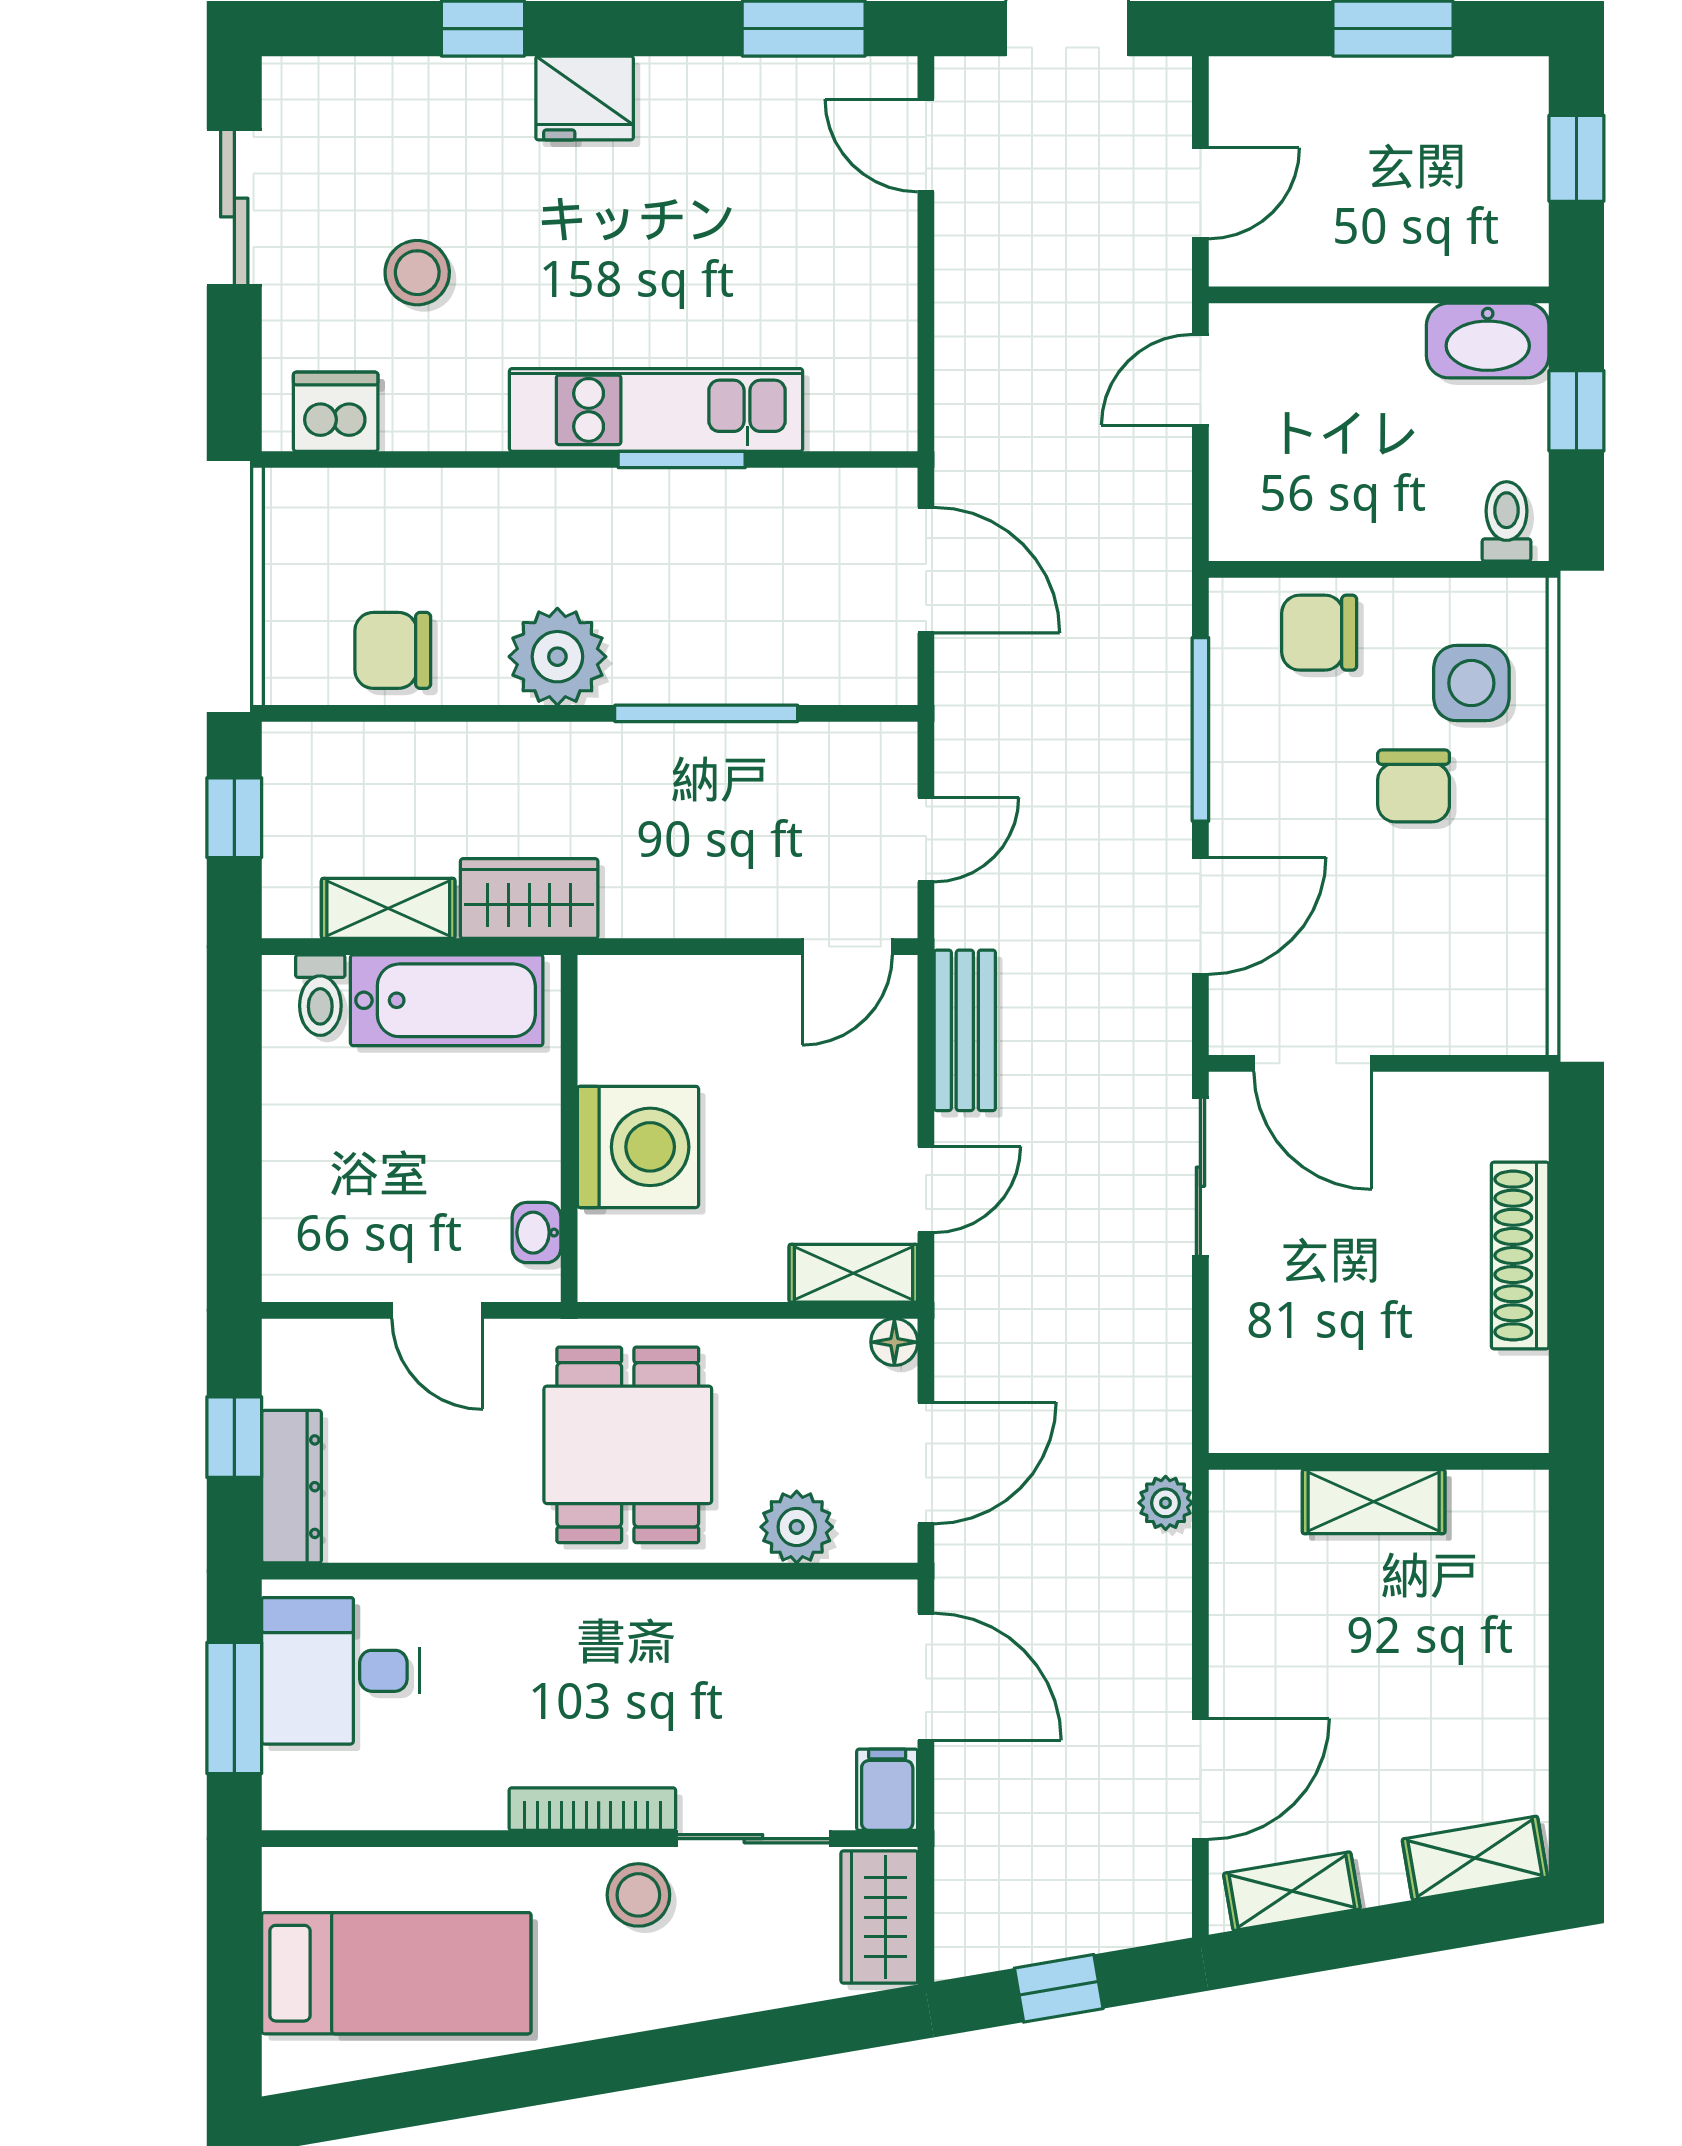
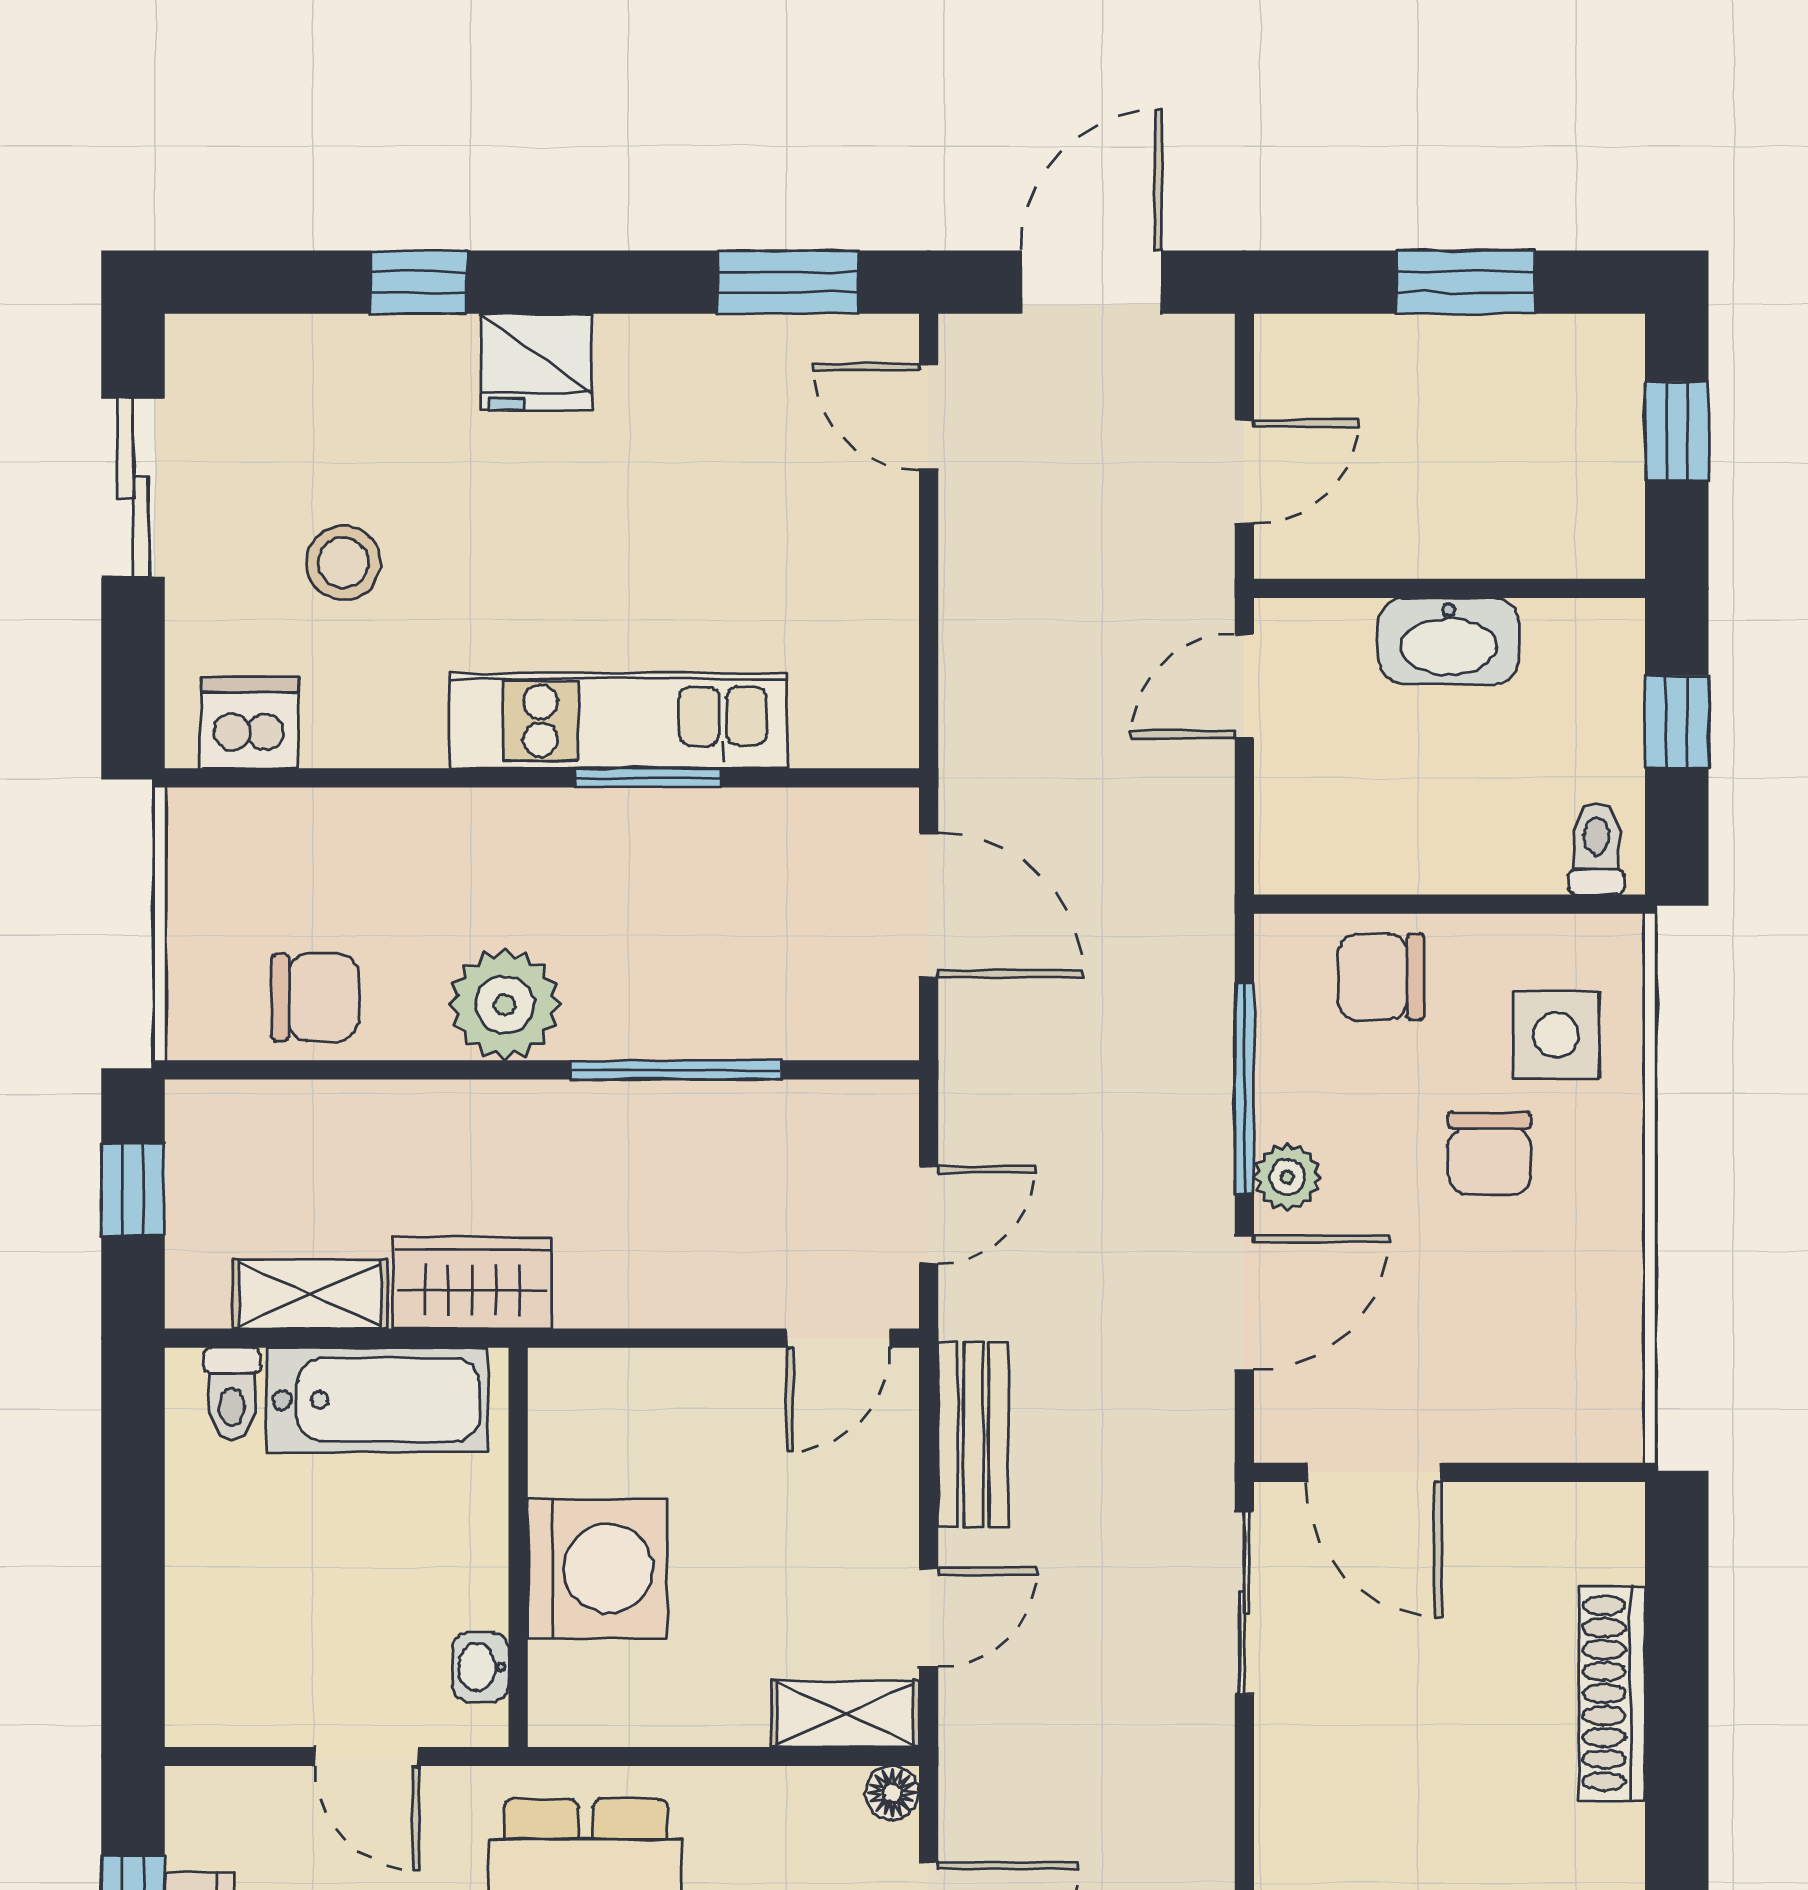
washbasin: (1488, 340) -> (1449, 641), moved
chair: (393, 650) -> (315, 997), turned 180
plant: (1238, 806) -> (1287, 1177), added

